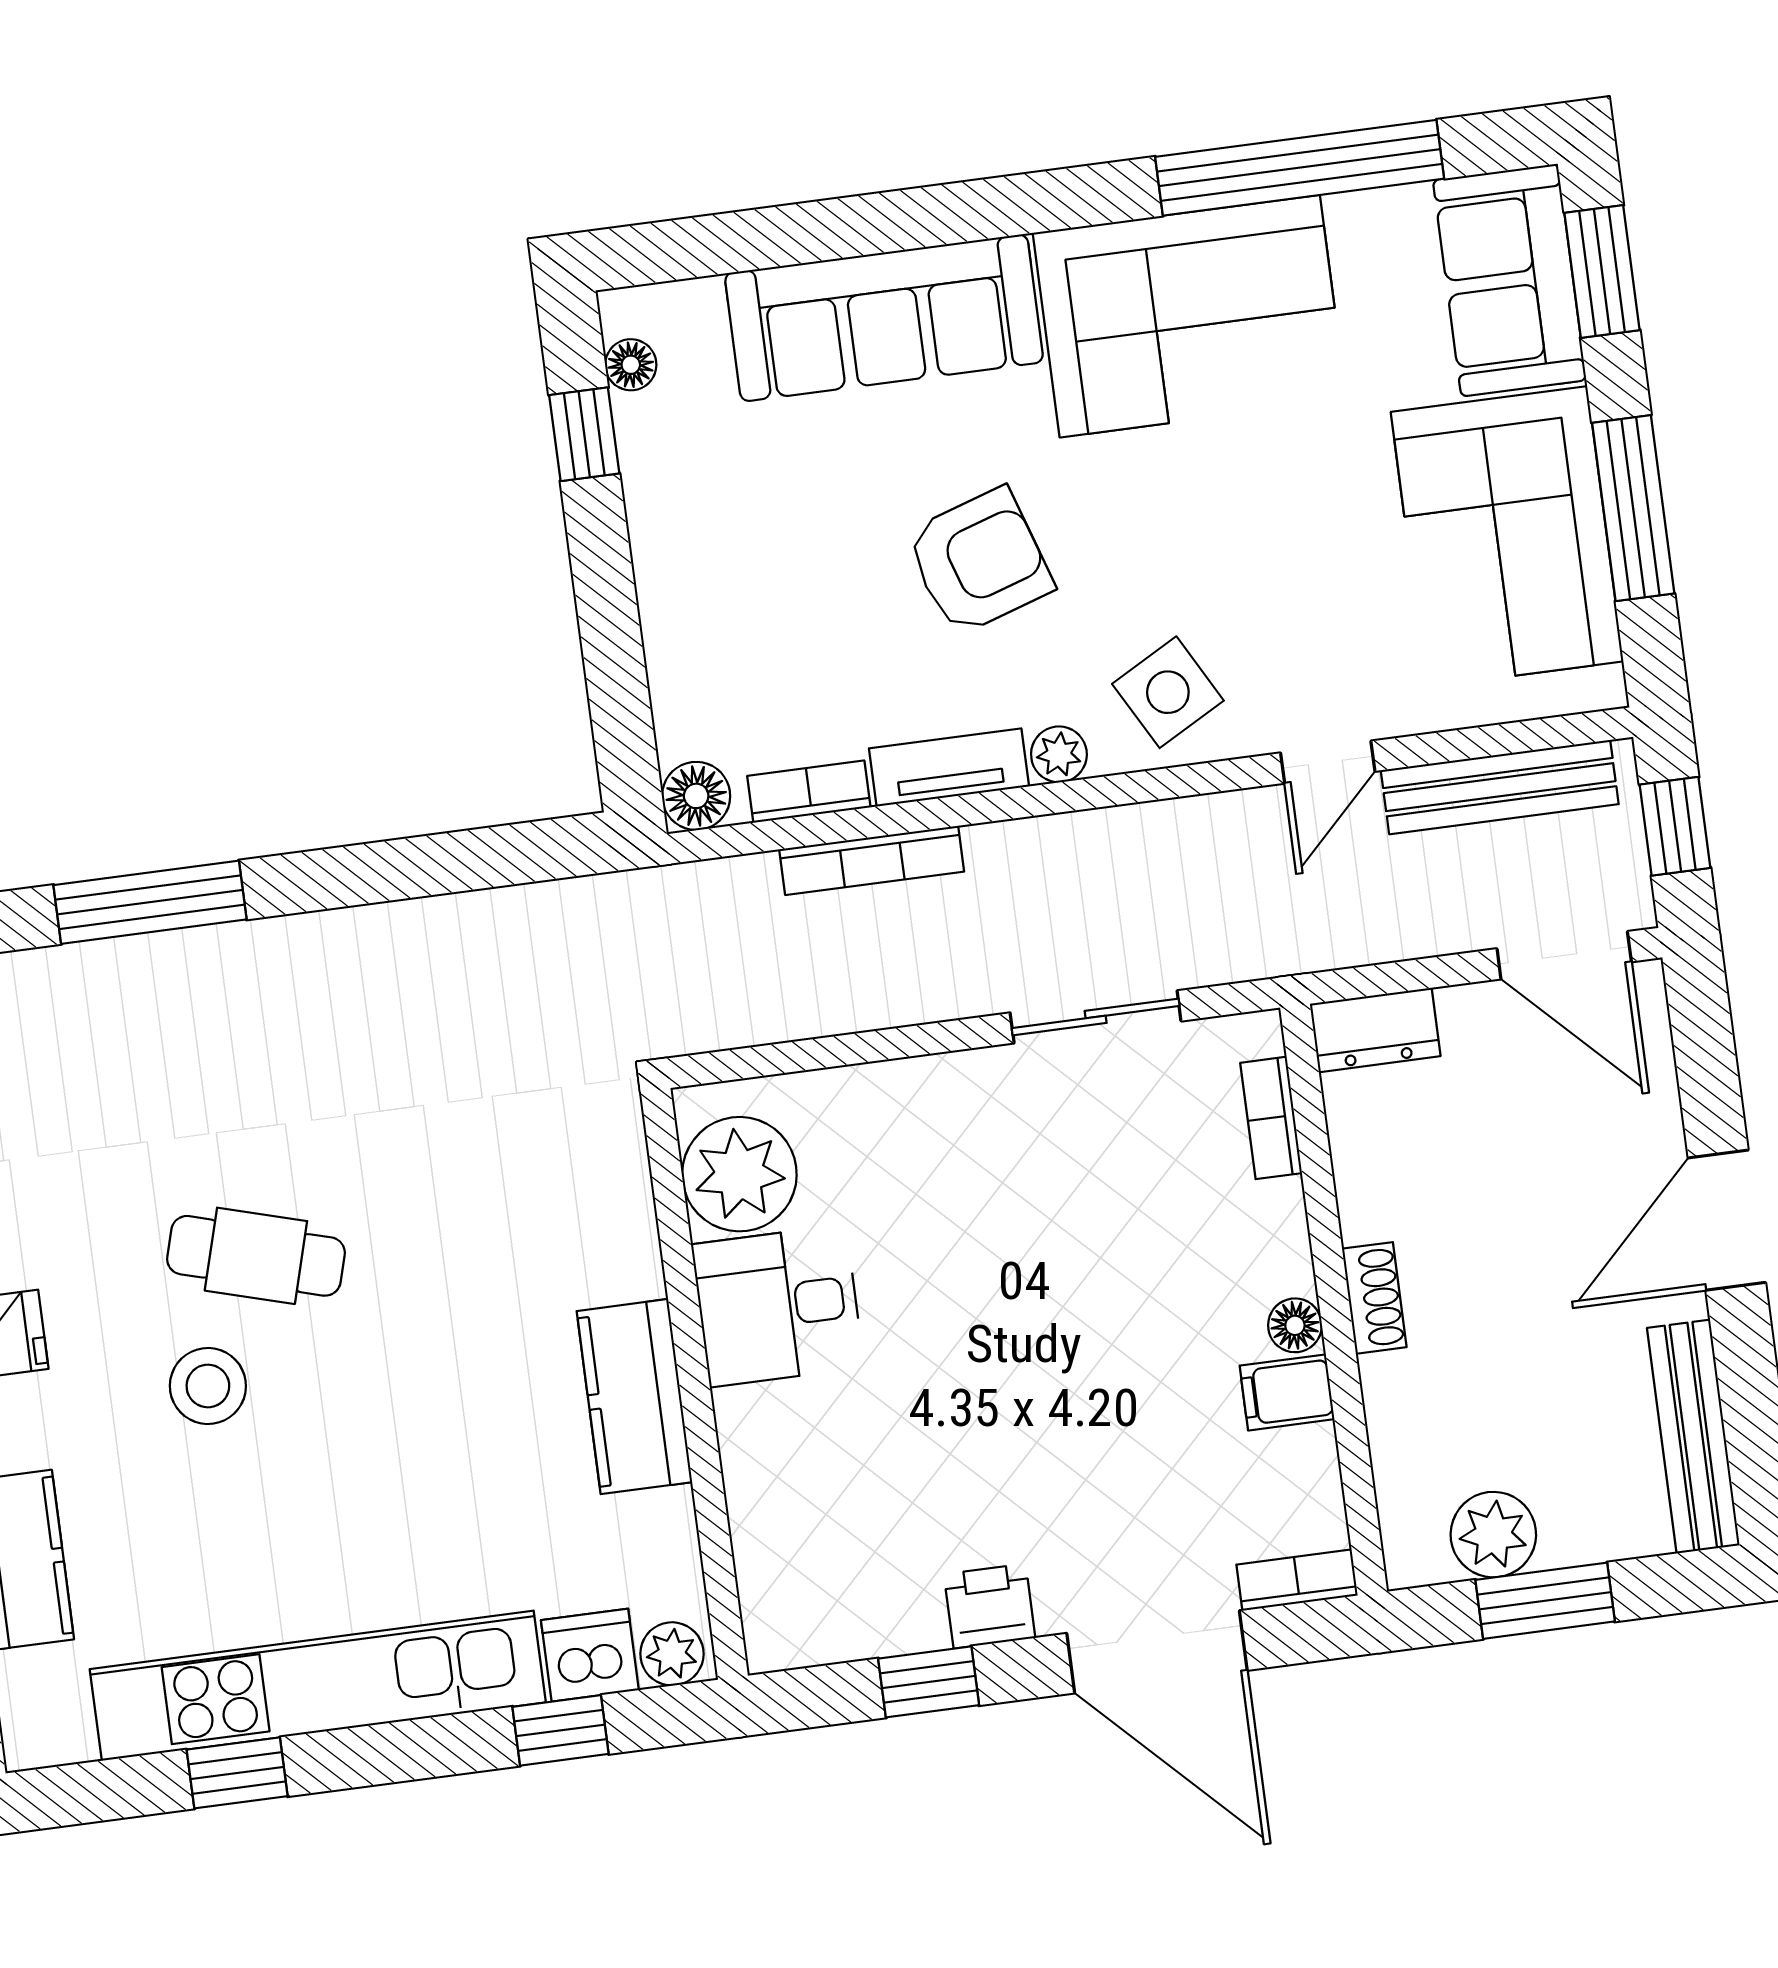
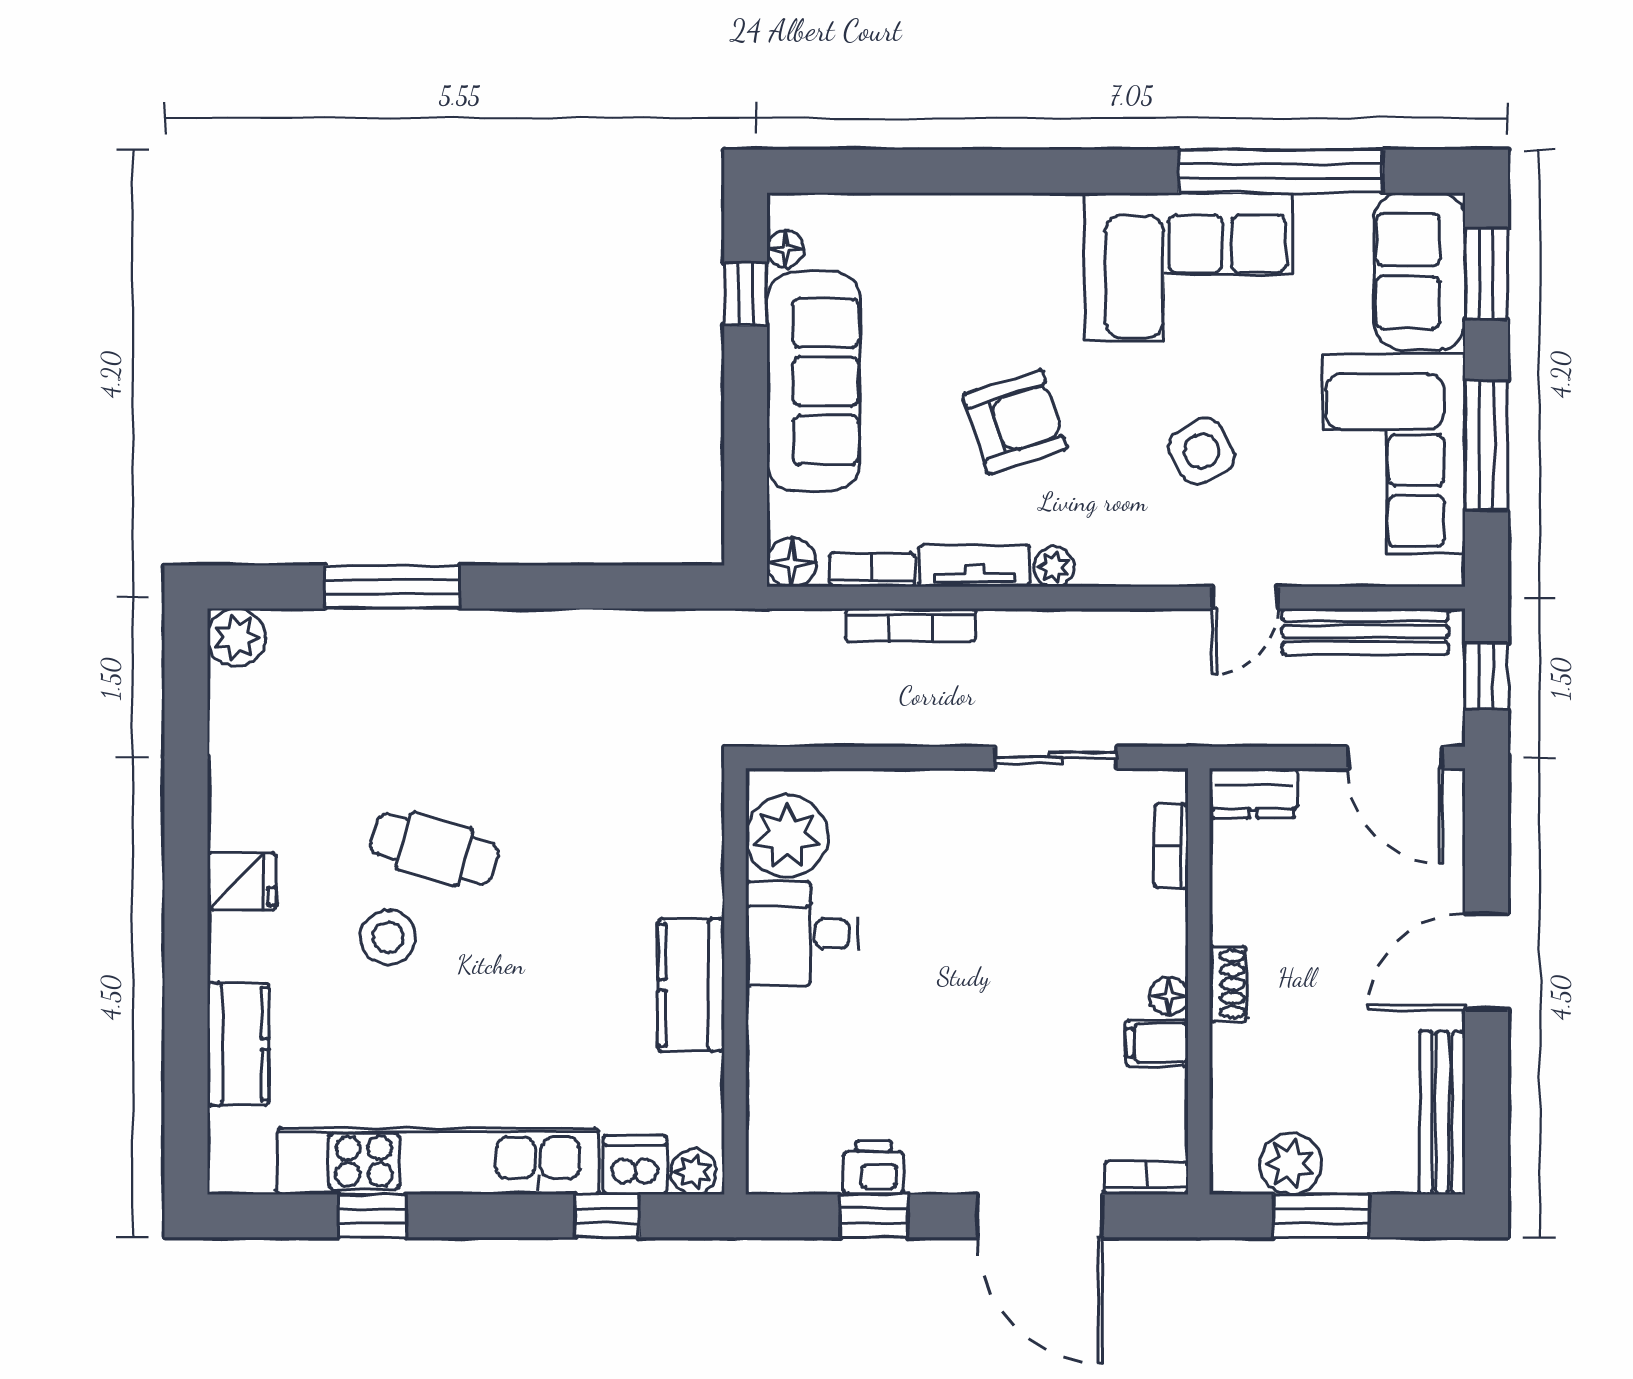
sofa: (884, 318) -> (814, 381), moved, turned -90
side table: (1168, 692) -> (1201, 451), moved
printer: (990, 1606) -> (874, 1168), moved

